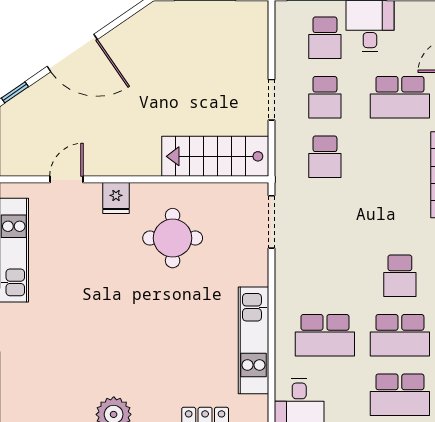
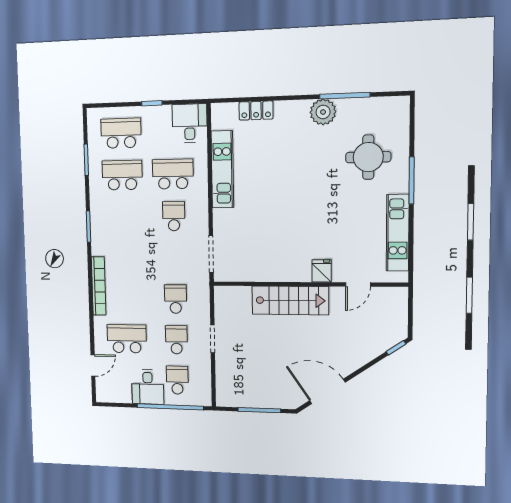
door: (72, 53) -> (327, 391), moved
stairs: (215, 156) -> (290, 300), moved
round table: (173, 238) -> (368, 157), moved
school desk: (400, 276) -> (174, 216), moved

